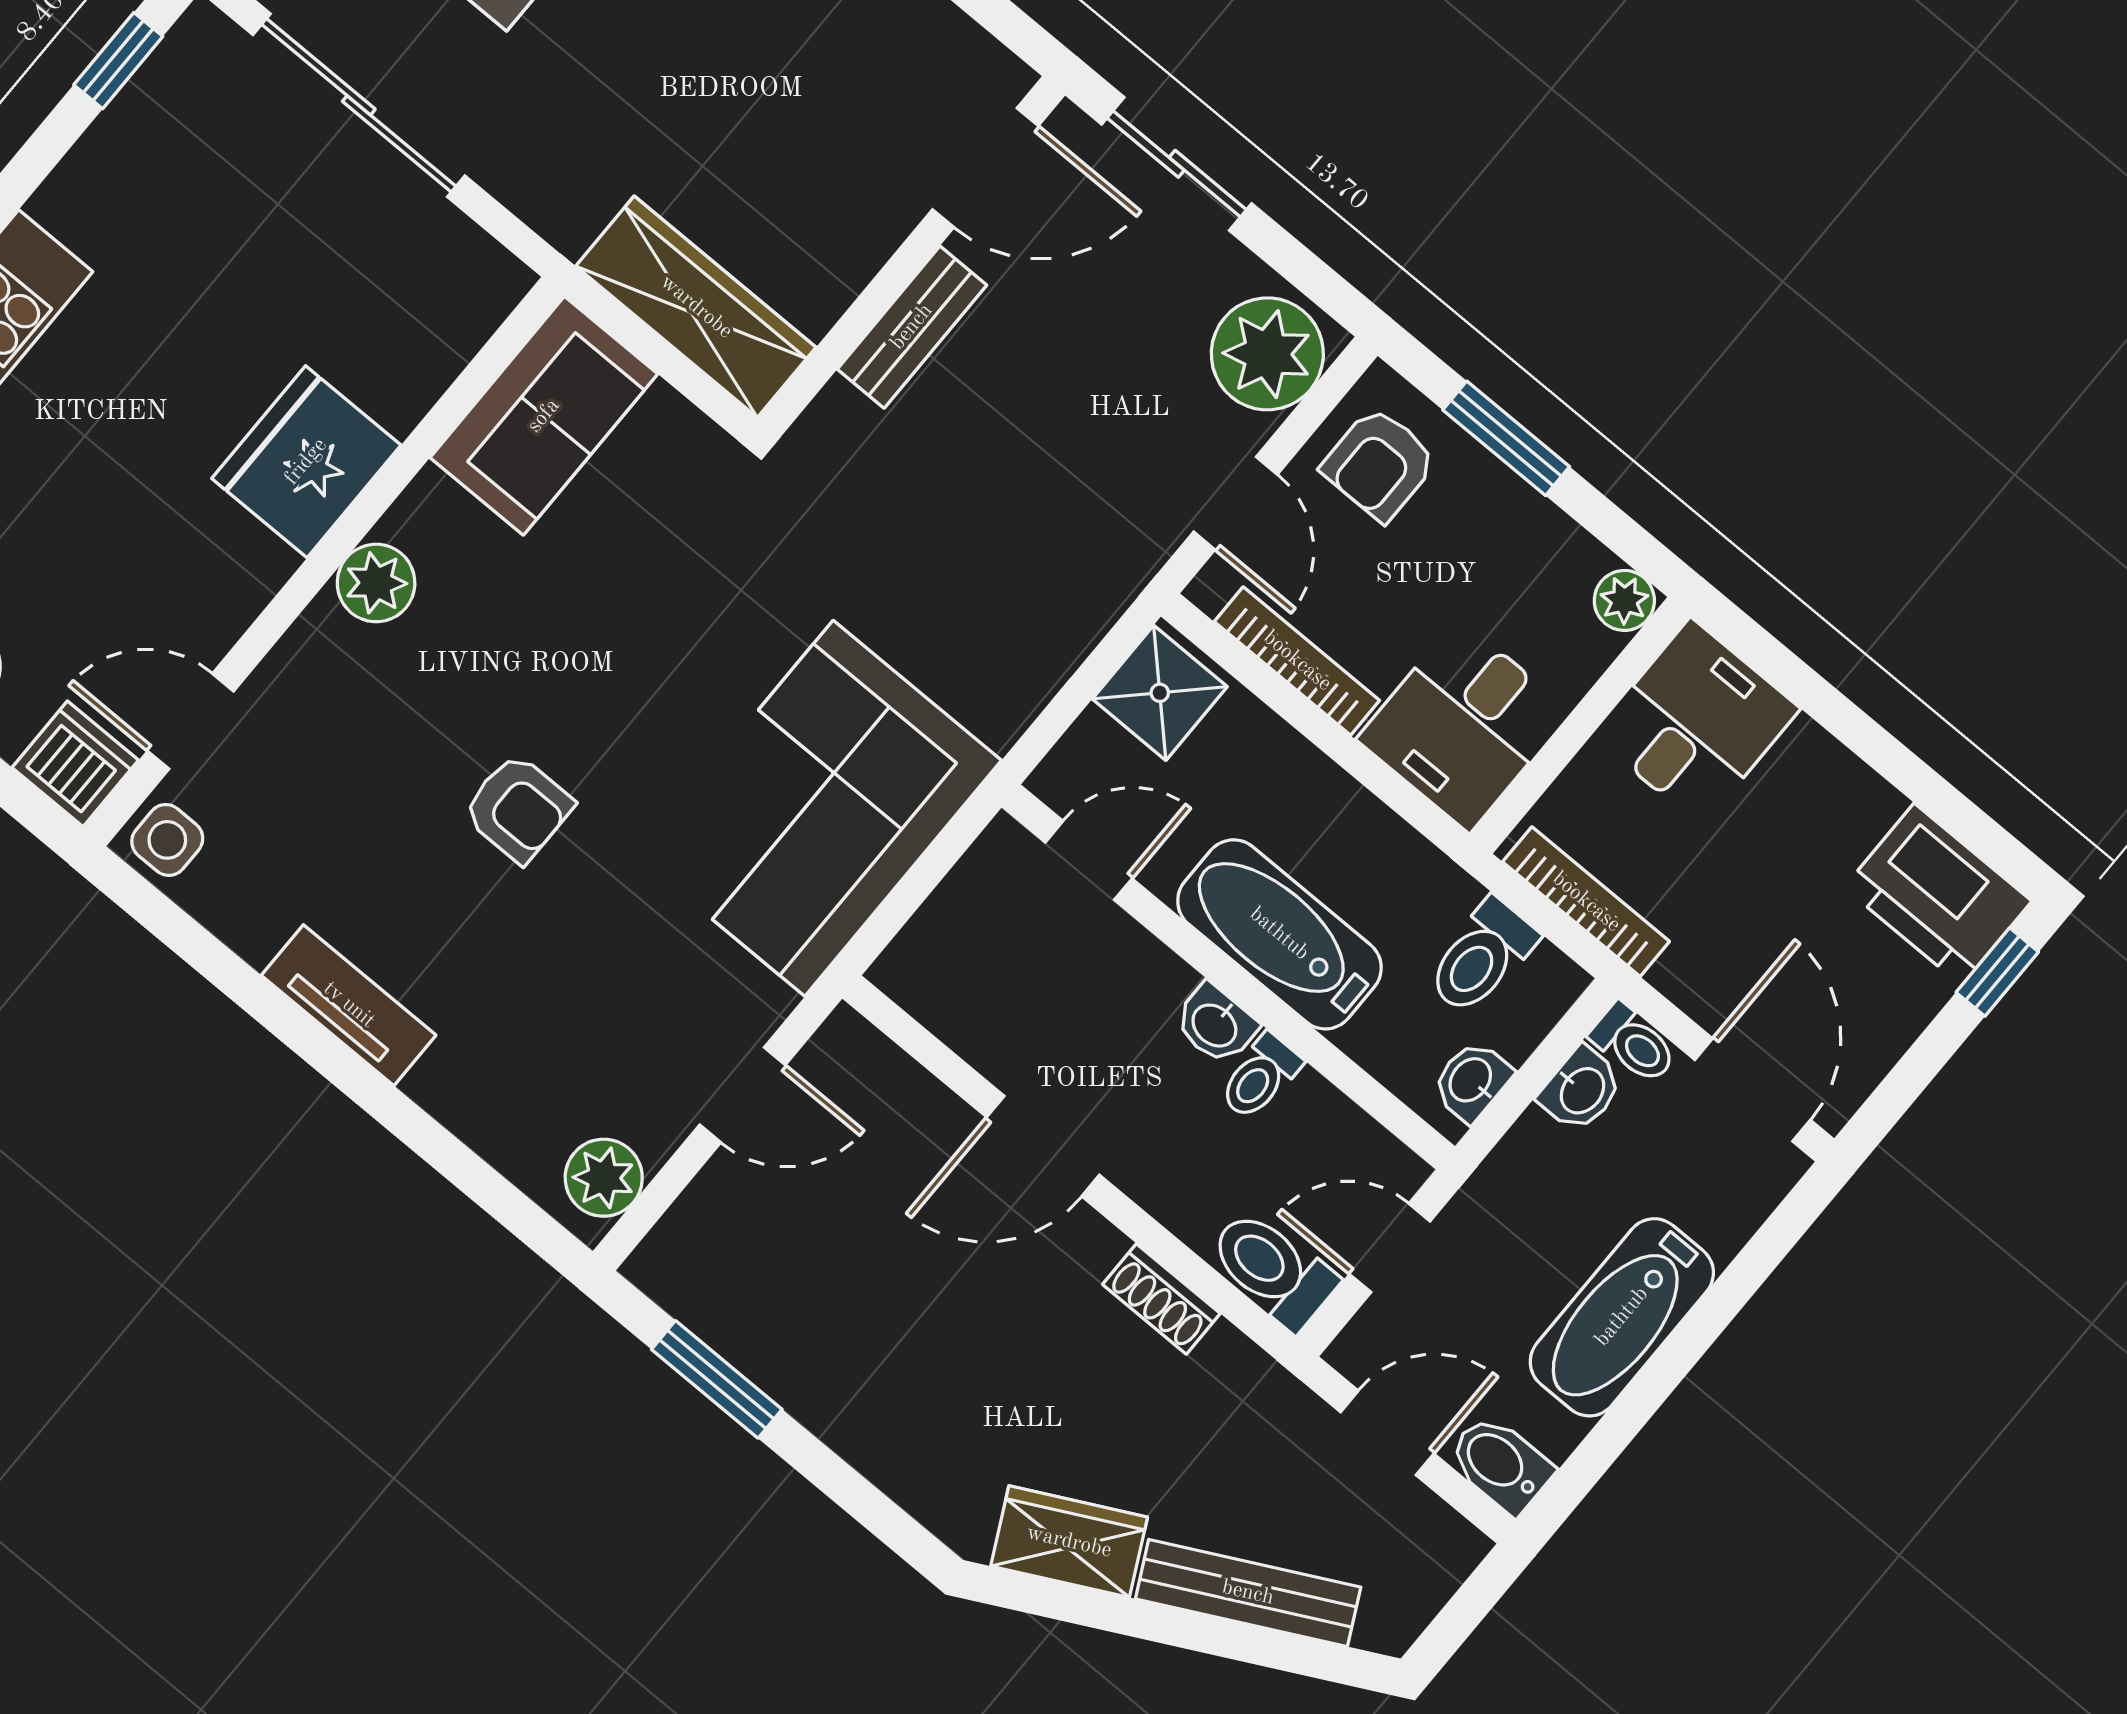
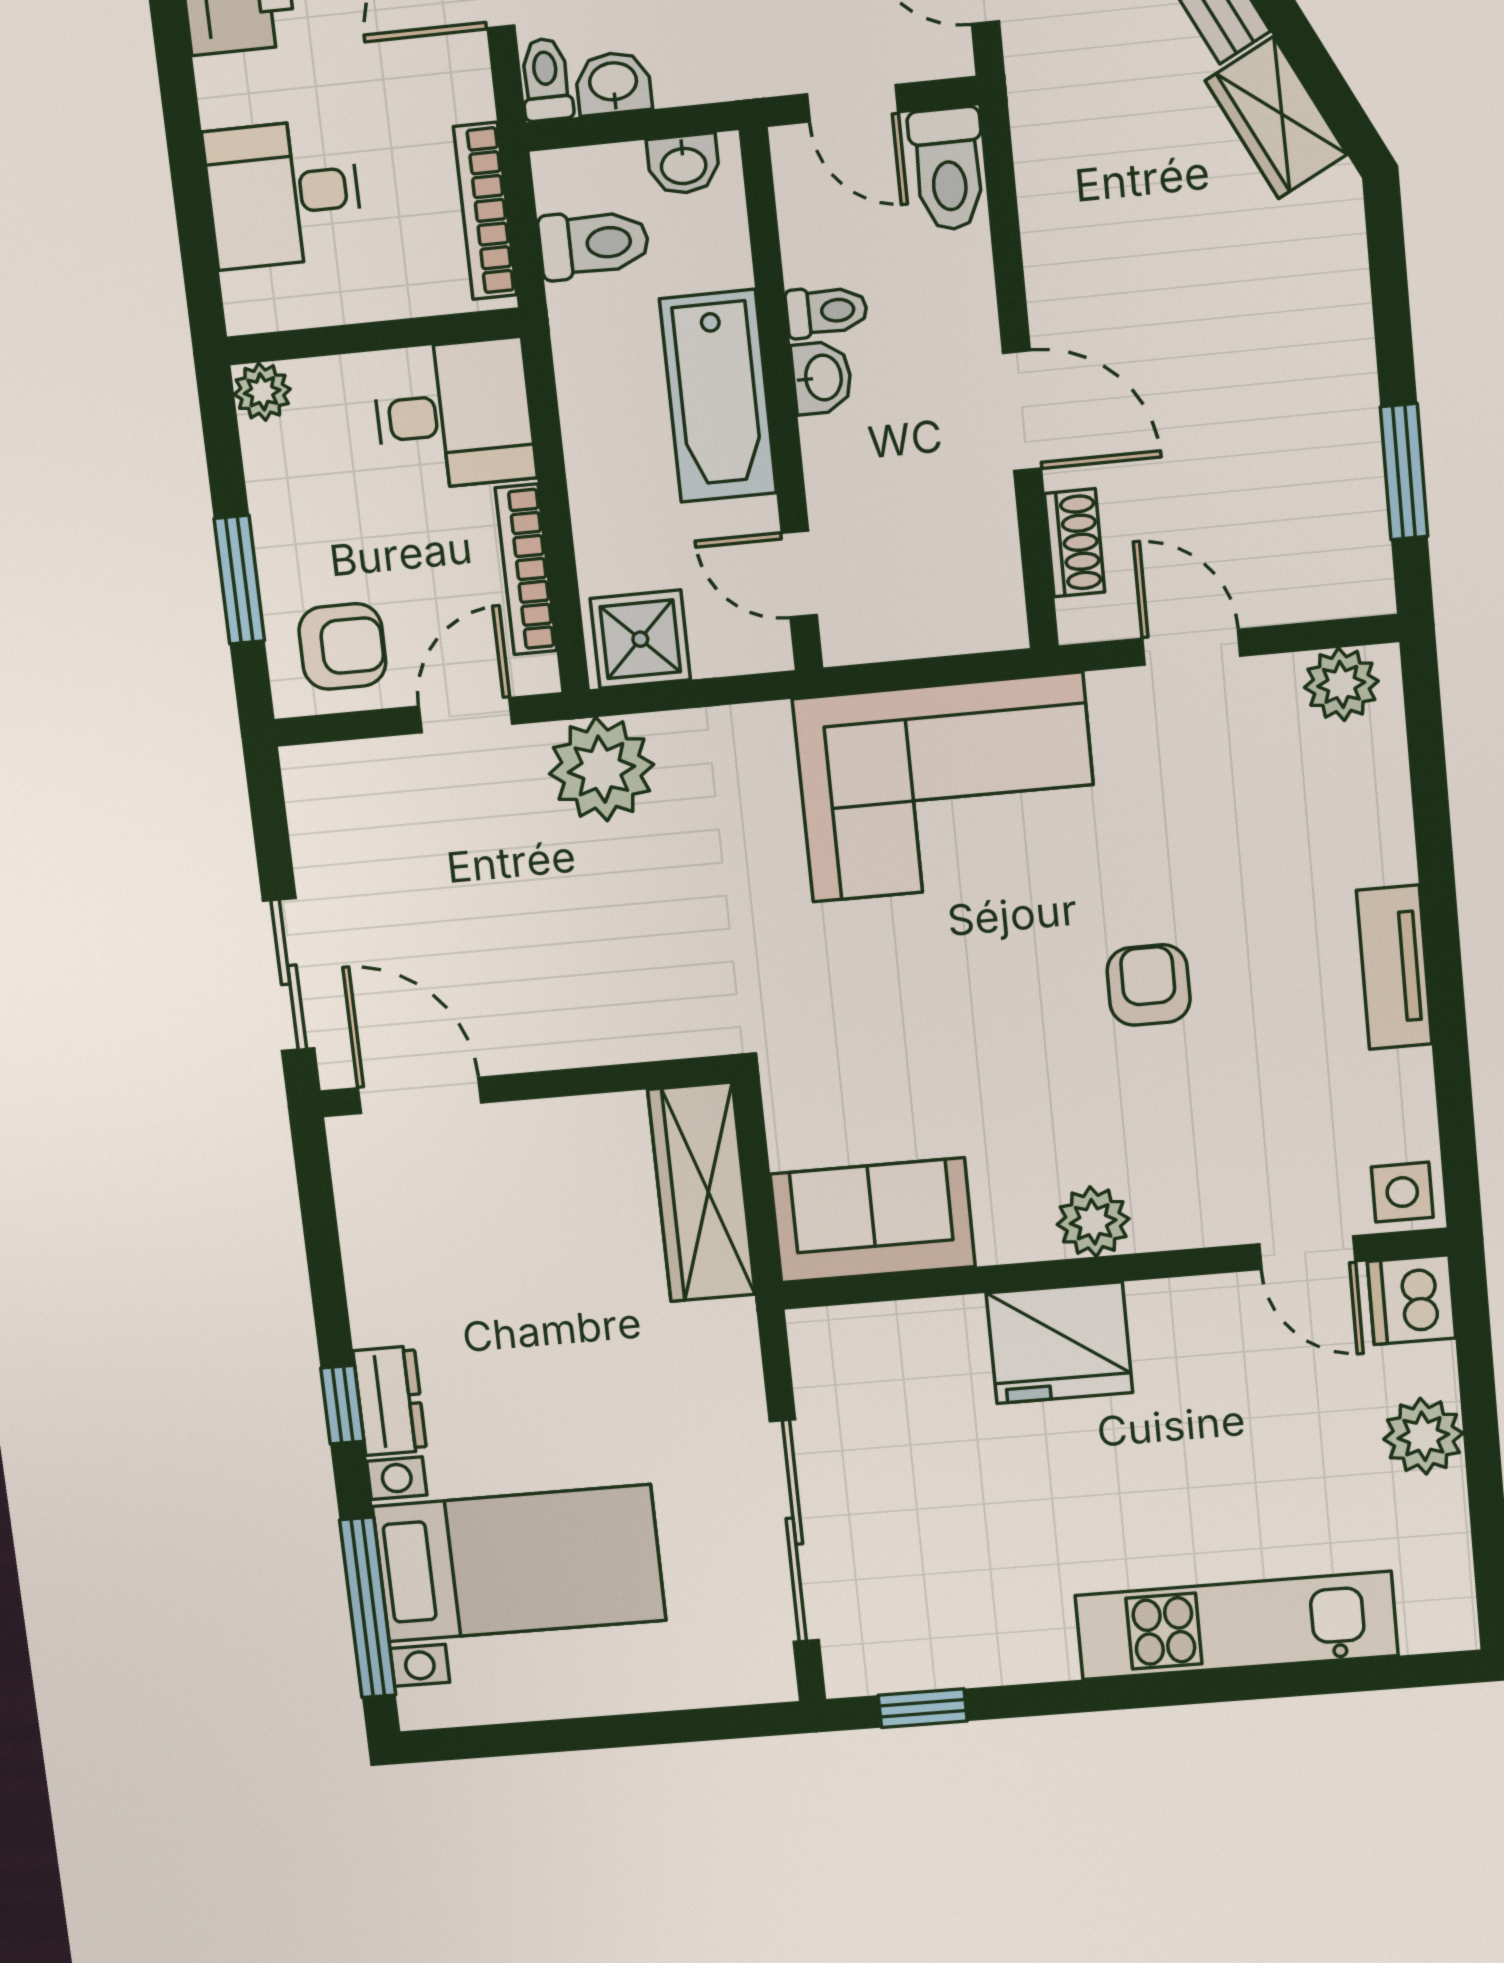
bench: (912, 327) -> (570, 1041), removed
plant: (1267, 354) -> (601, 769), moved
desk: (1696, 722) -> (283, 194), moved
shoe rack: (1161, 1299) -> (1075, 543), moved

